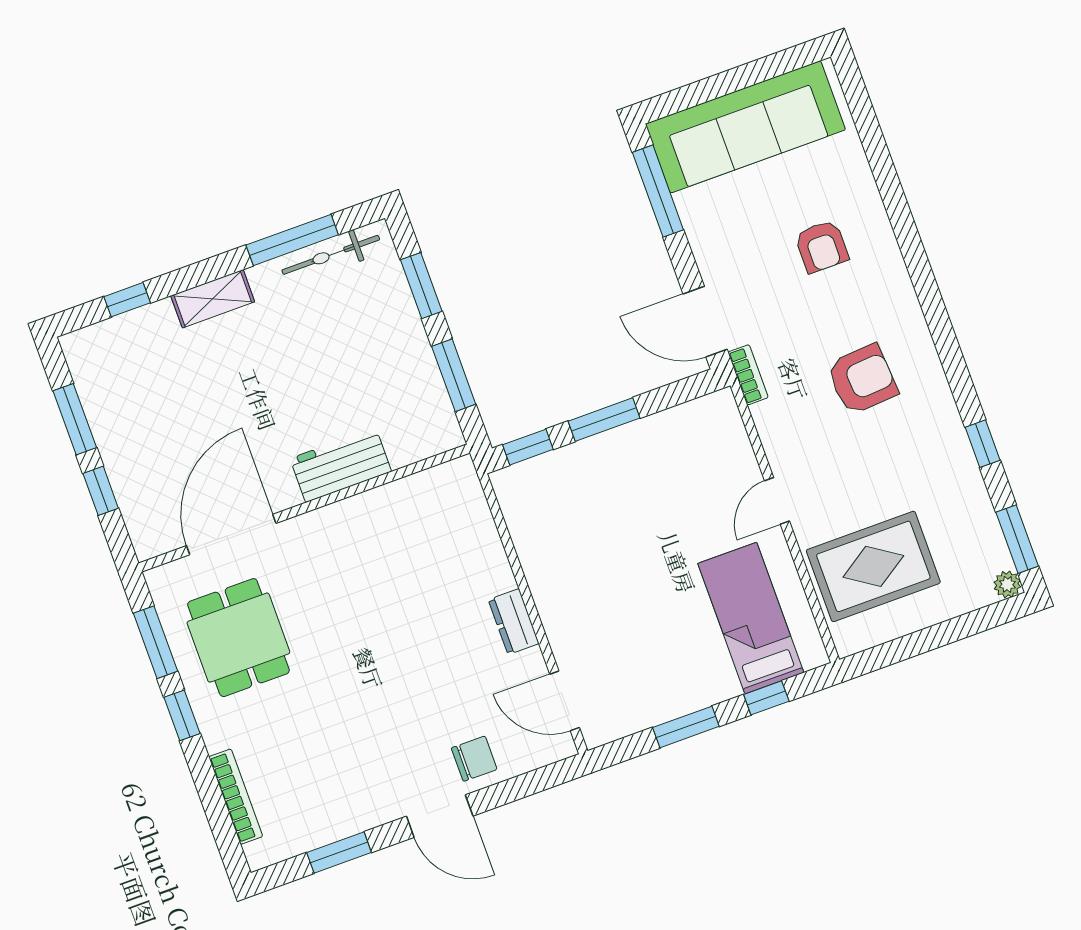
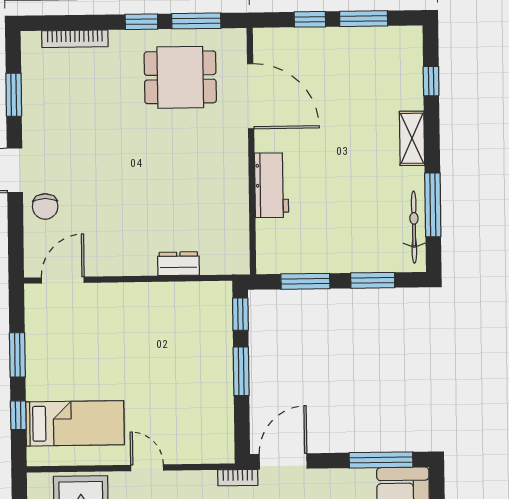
dresser: (514, 622) -> (178, 264), moved

